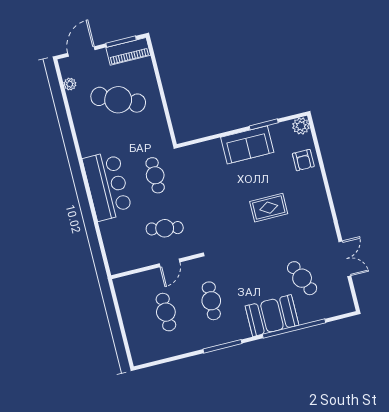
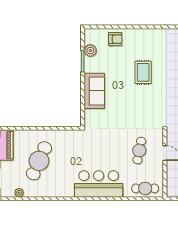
plant: (301, 126) -> (90, 51), moved
sofa: (247, 145) -> (94, 91), moved
cafe table: (155, 175) -> (145, 188), moved

